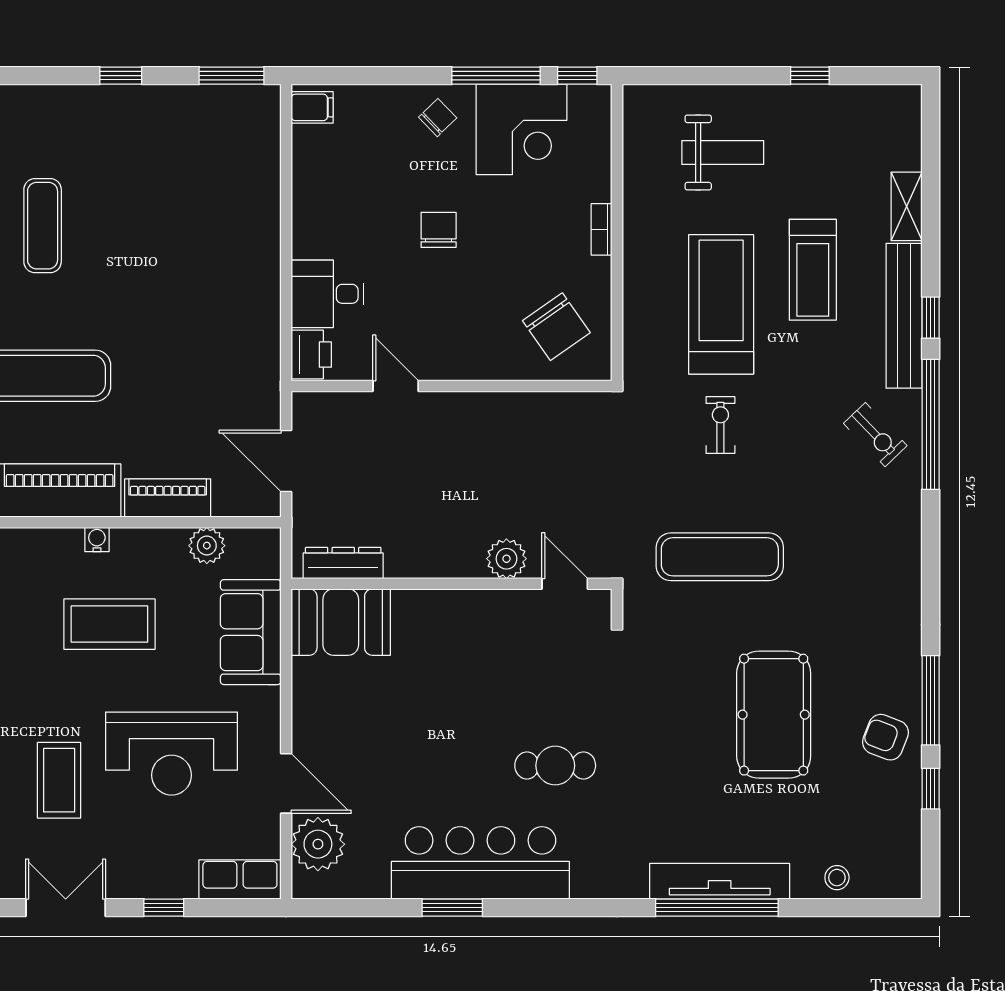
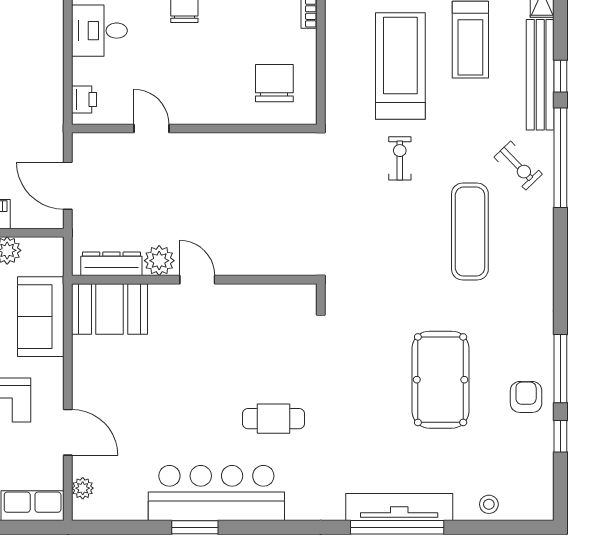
desk: (328, 294) -> (99, 31), moved
chair: (556, 327) -> (274, 83), turned -145
printer: (311, 355) -> (84, 99), width x0.73, depth x0.81
exercise mat: (720, 557) -> (470, 232), moved, turned 90
plant: (506, 559) -> (159, 261), moved
door: (565, 584) -> (197, 280), moved
armchair: (886, 737) -> (526, 397), turned 69
plant: (318, 844) -> (83, 488), width x0.53, depth x0.53

